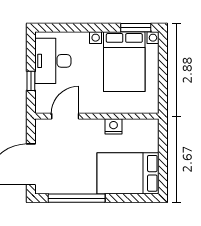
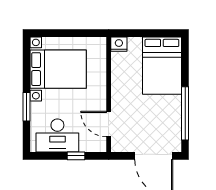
window: (136, 28) -> (26, 107), moved
nightstand: (114, 126) -> (119, 44), moved, turned 90

